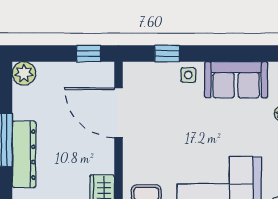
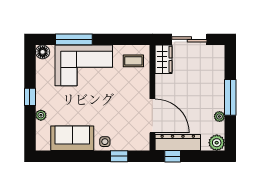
plant: (20, 112) -> (219, 116), added
dresser: (24, 154) -> (178, 143), moved, turned 90

